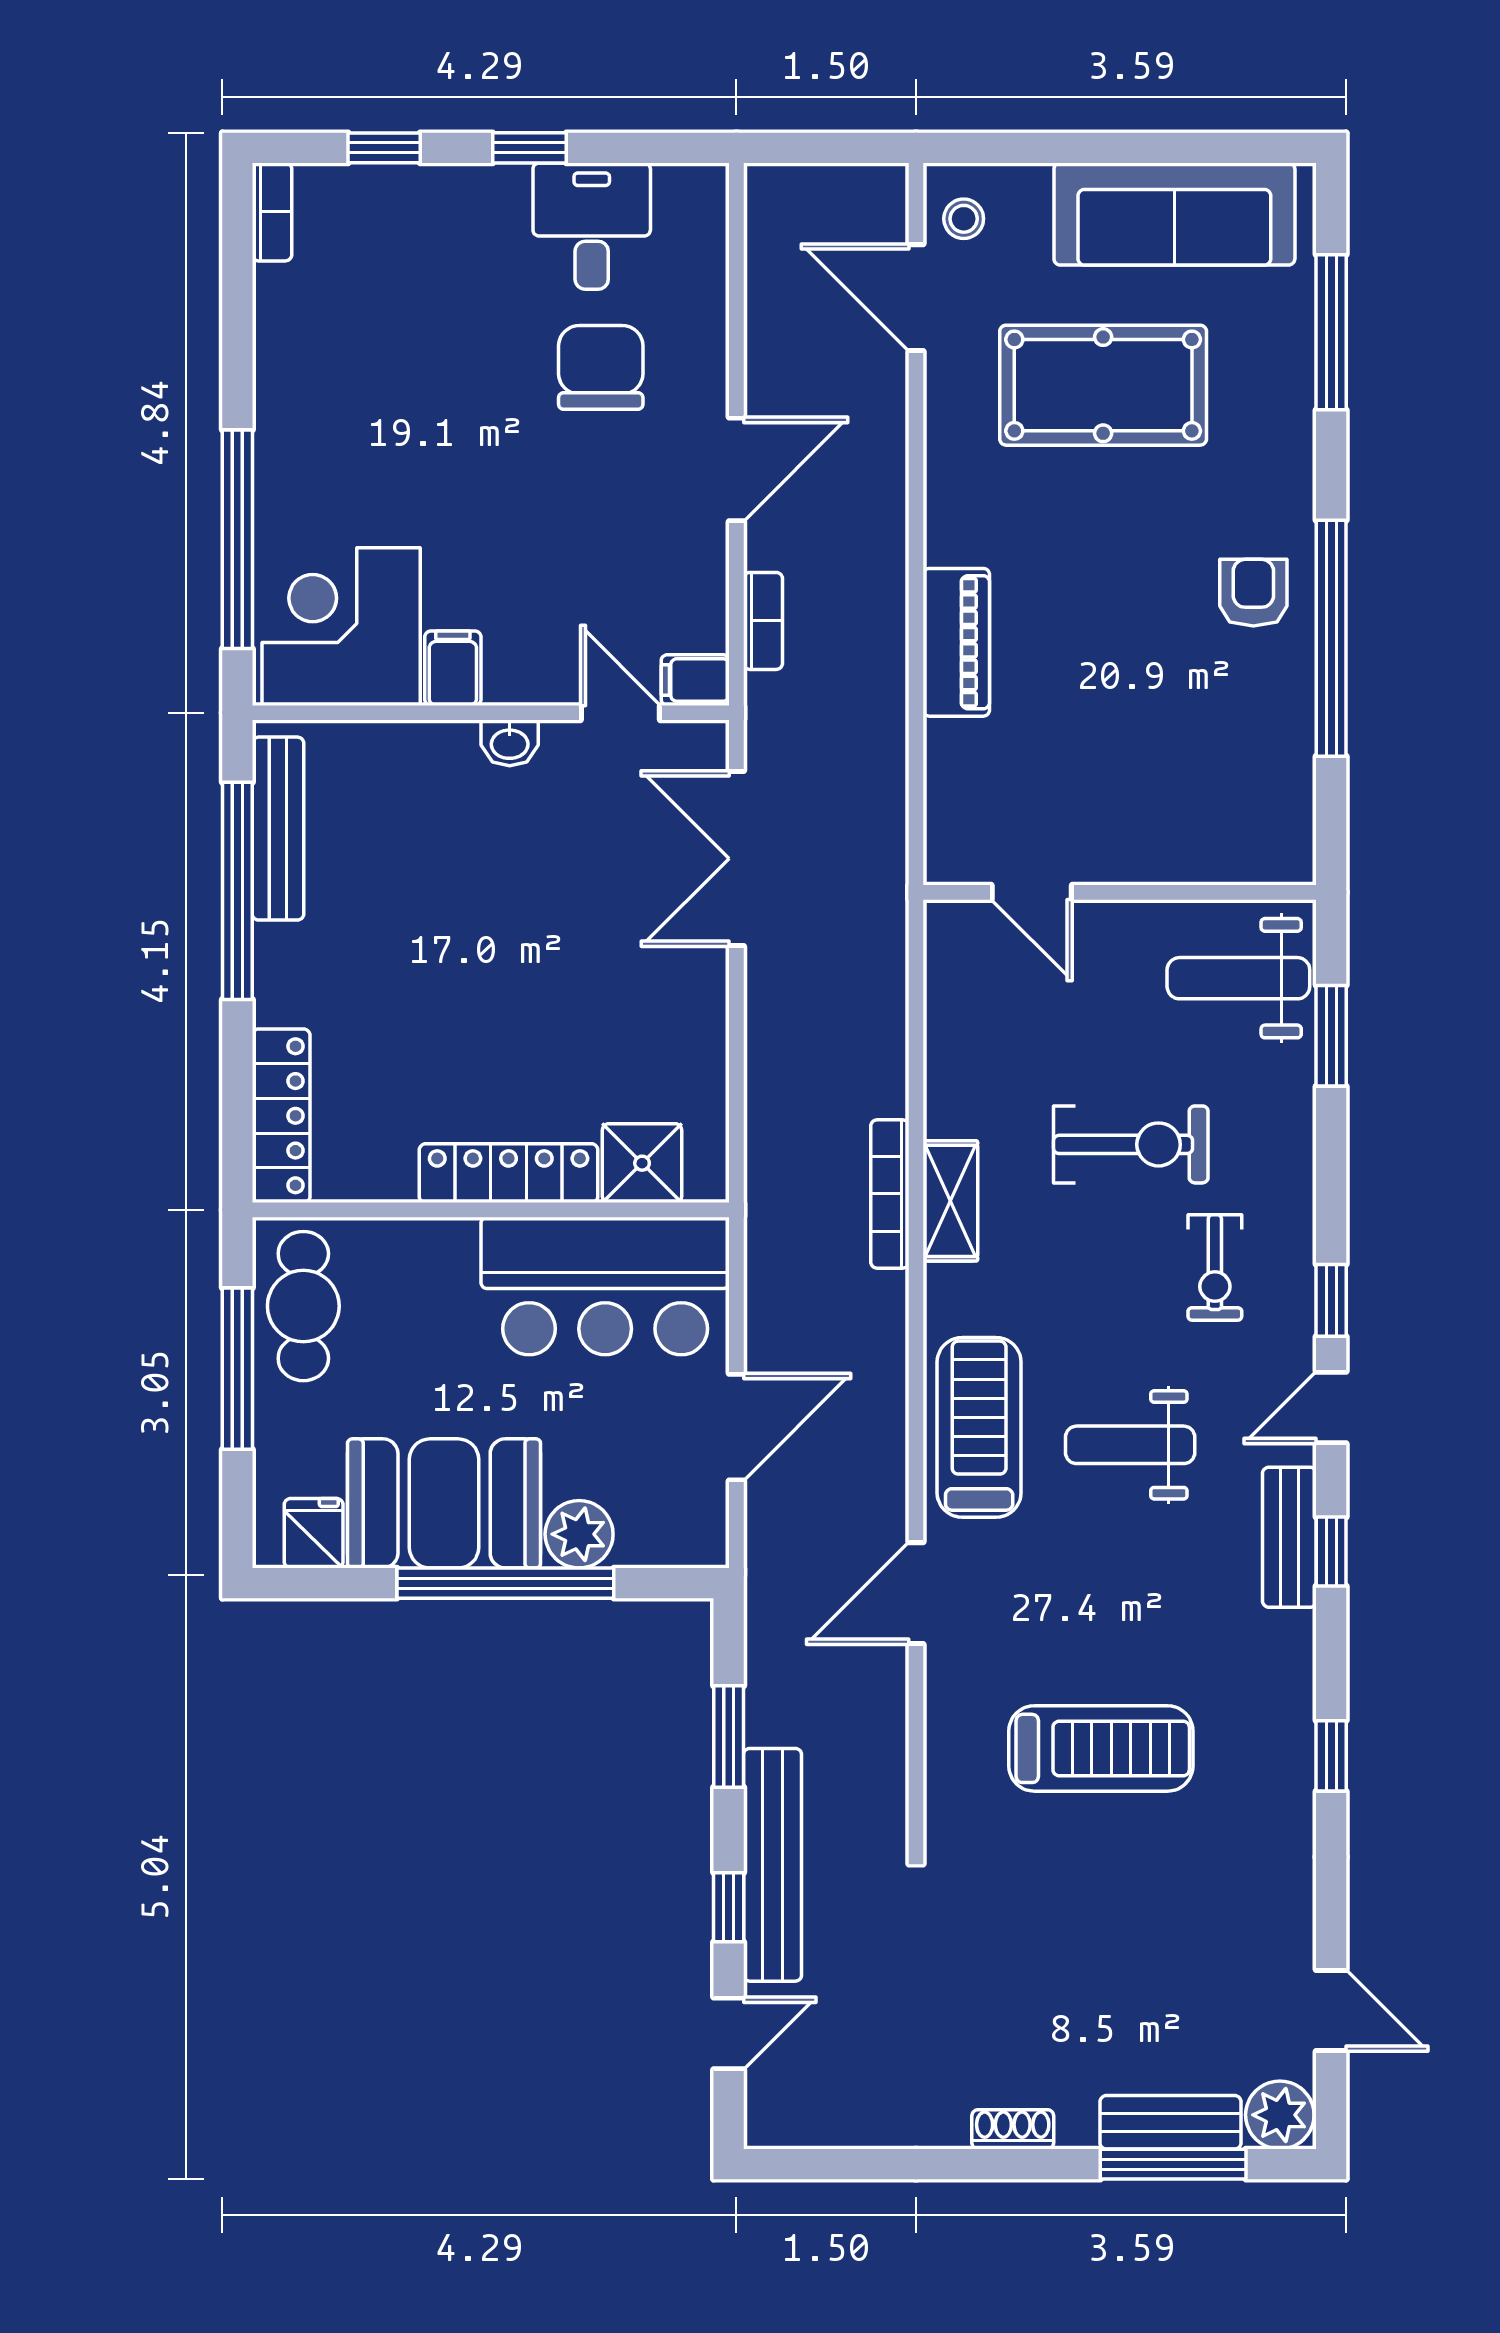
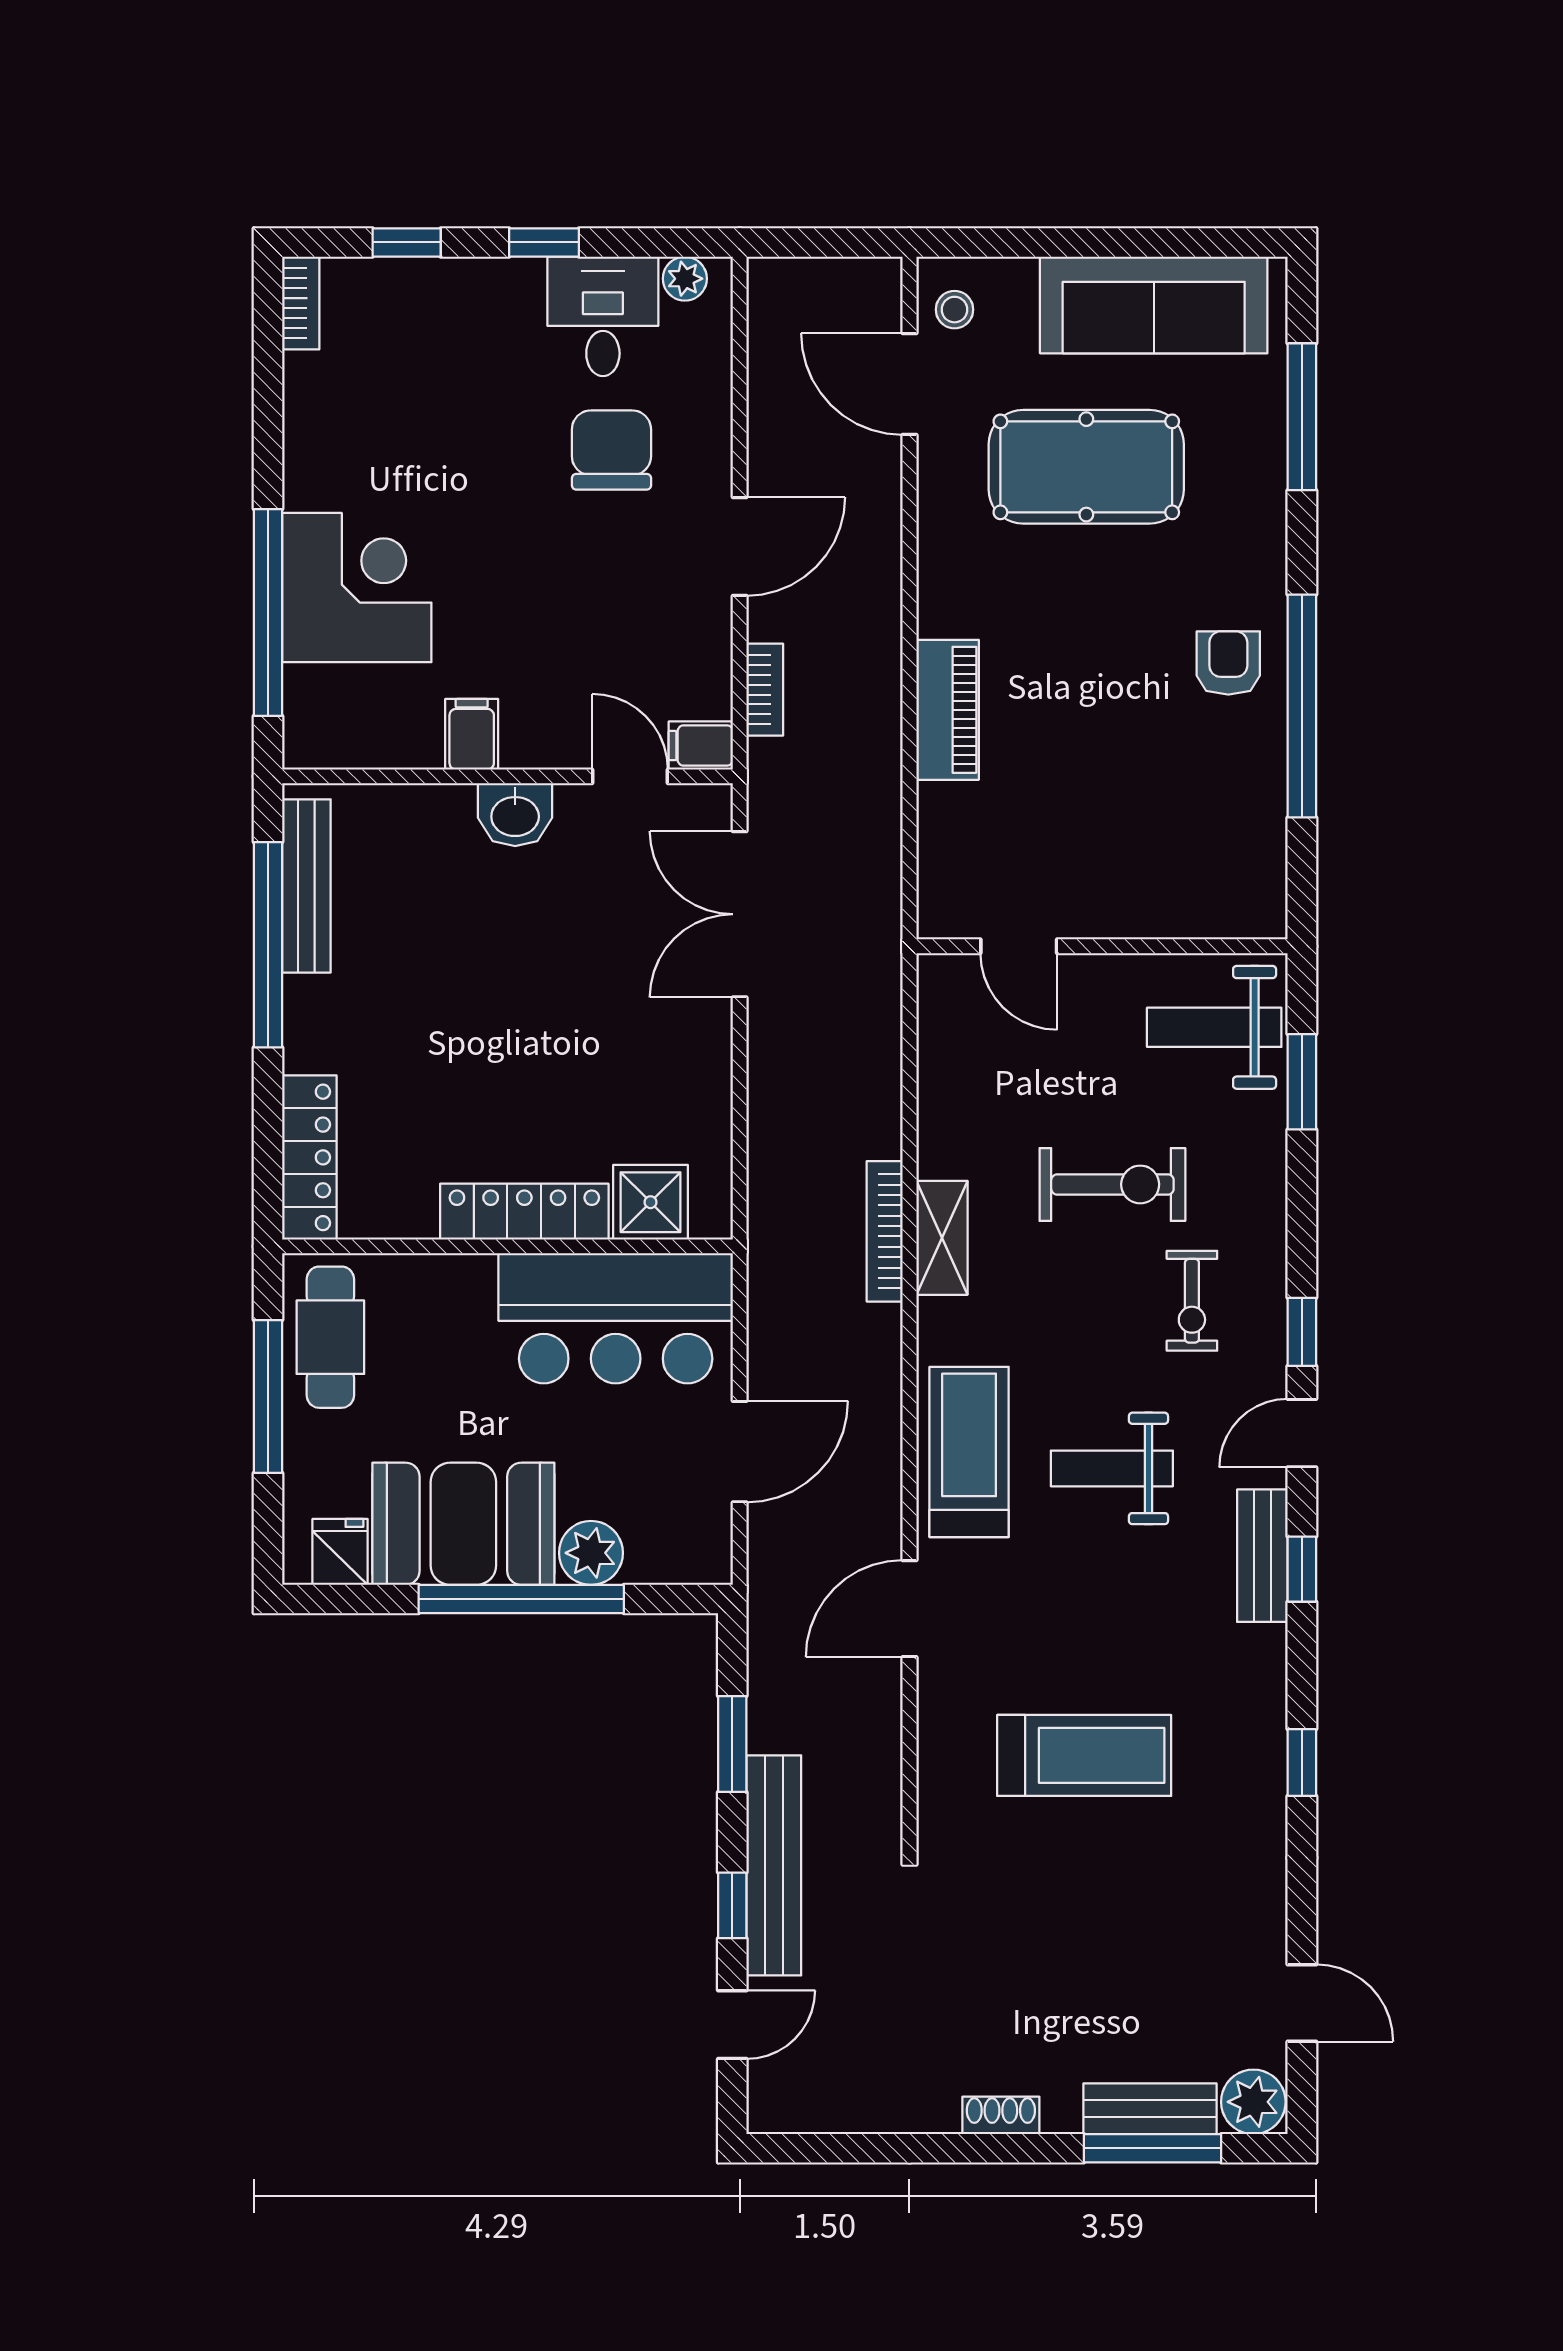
plant: (678, 186) -> (685, 279), added
corner desk: (341, 627) -> (357, 588), moved, turned 90
washbasin: (510, 743) -> (515, 815), width x1.38, depth x1.45

